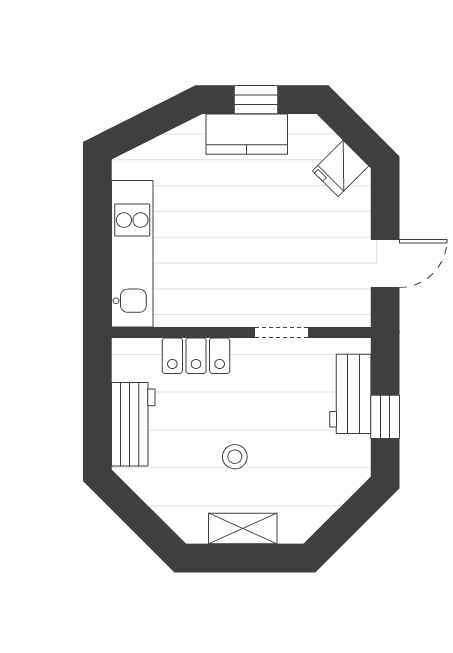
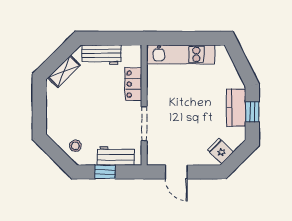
doorway: (282, 332) -> (144, 124), width x1.38
stool: (235, 457) -> (75, 146), moved
shelving: (243, 529) -> (64, 71), moved, turned 45

